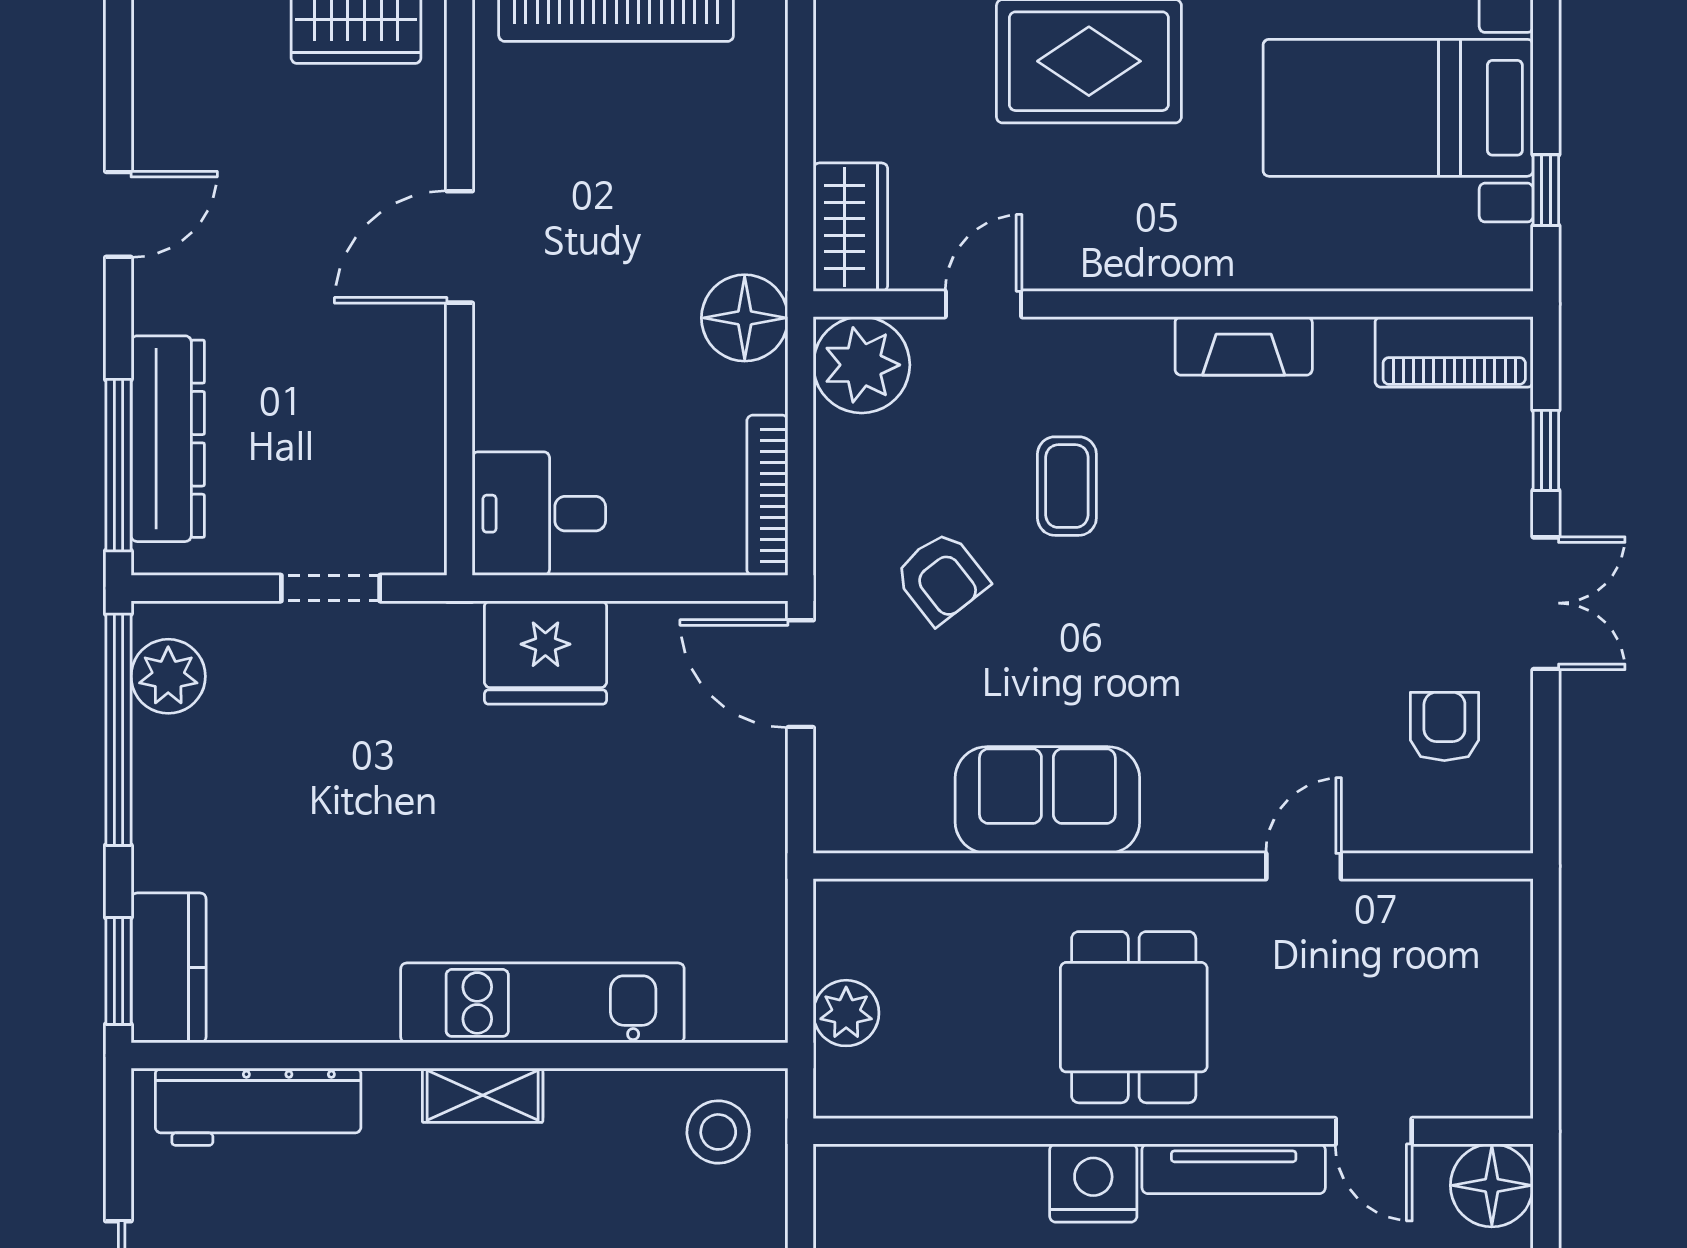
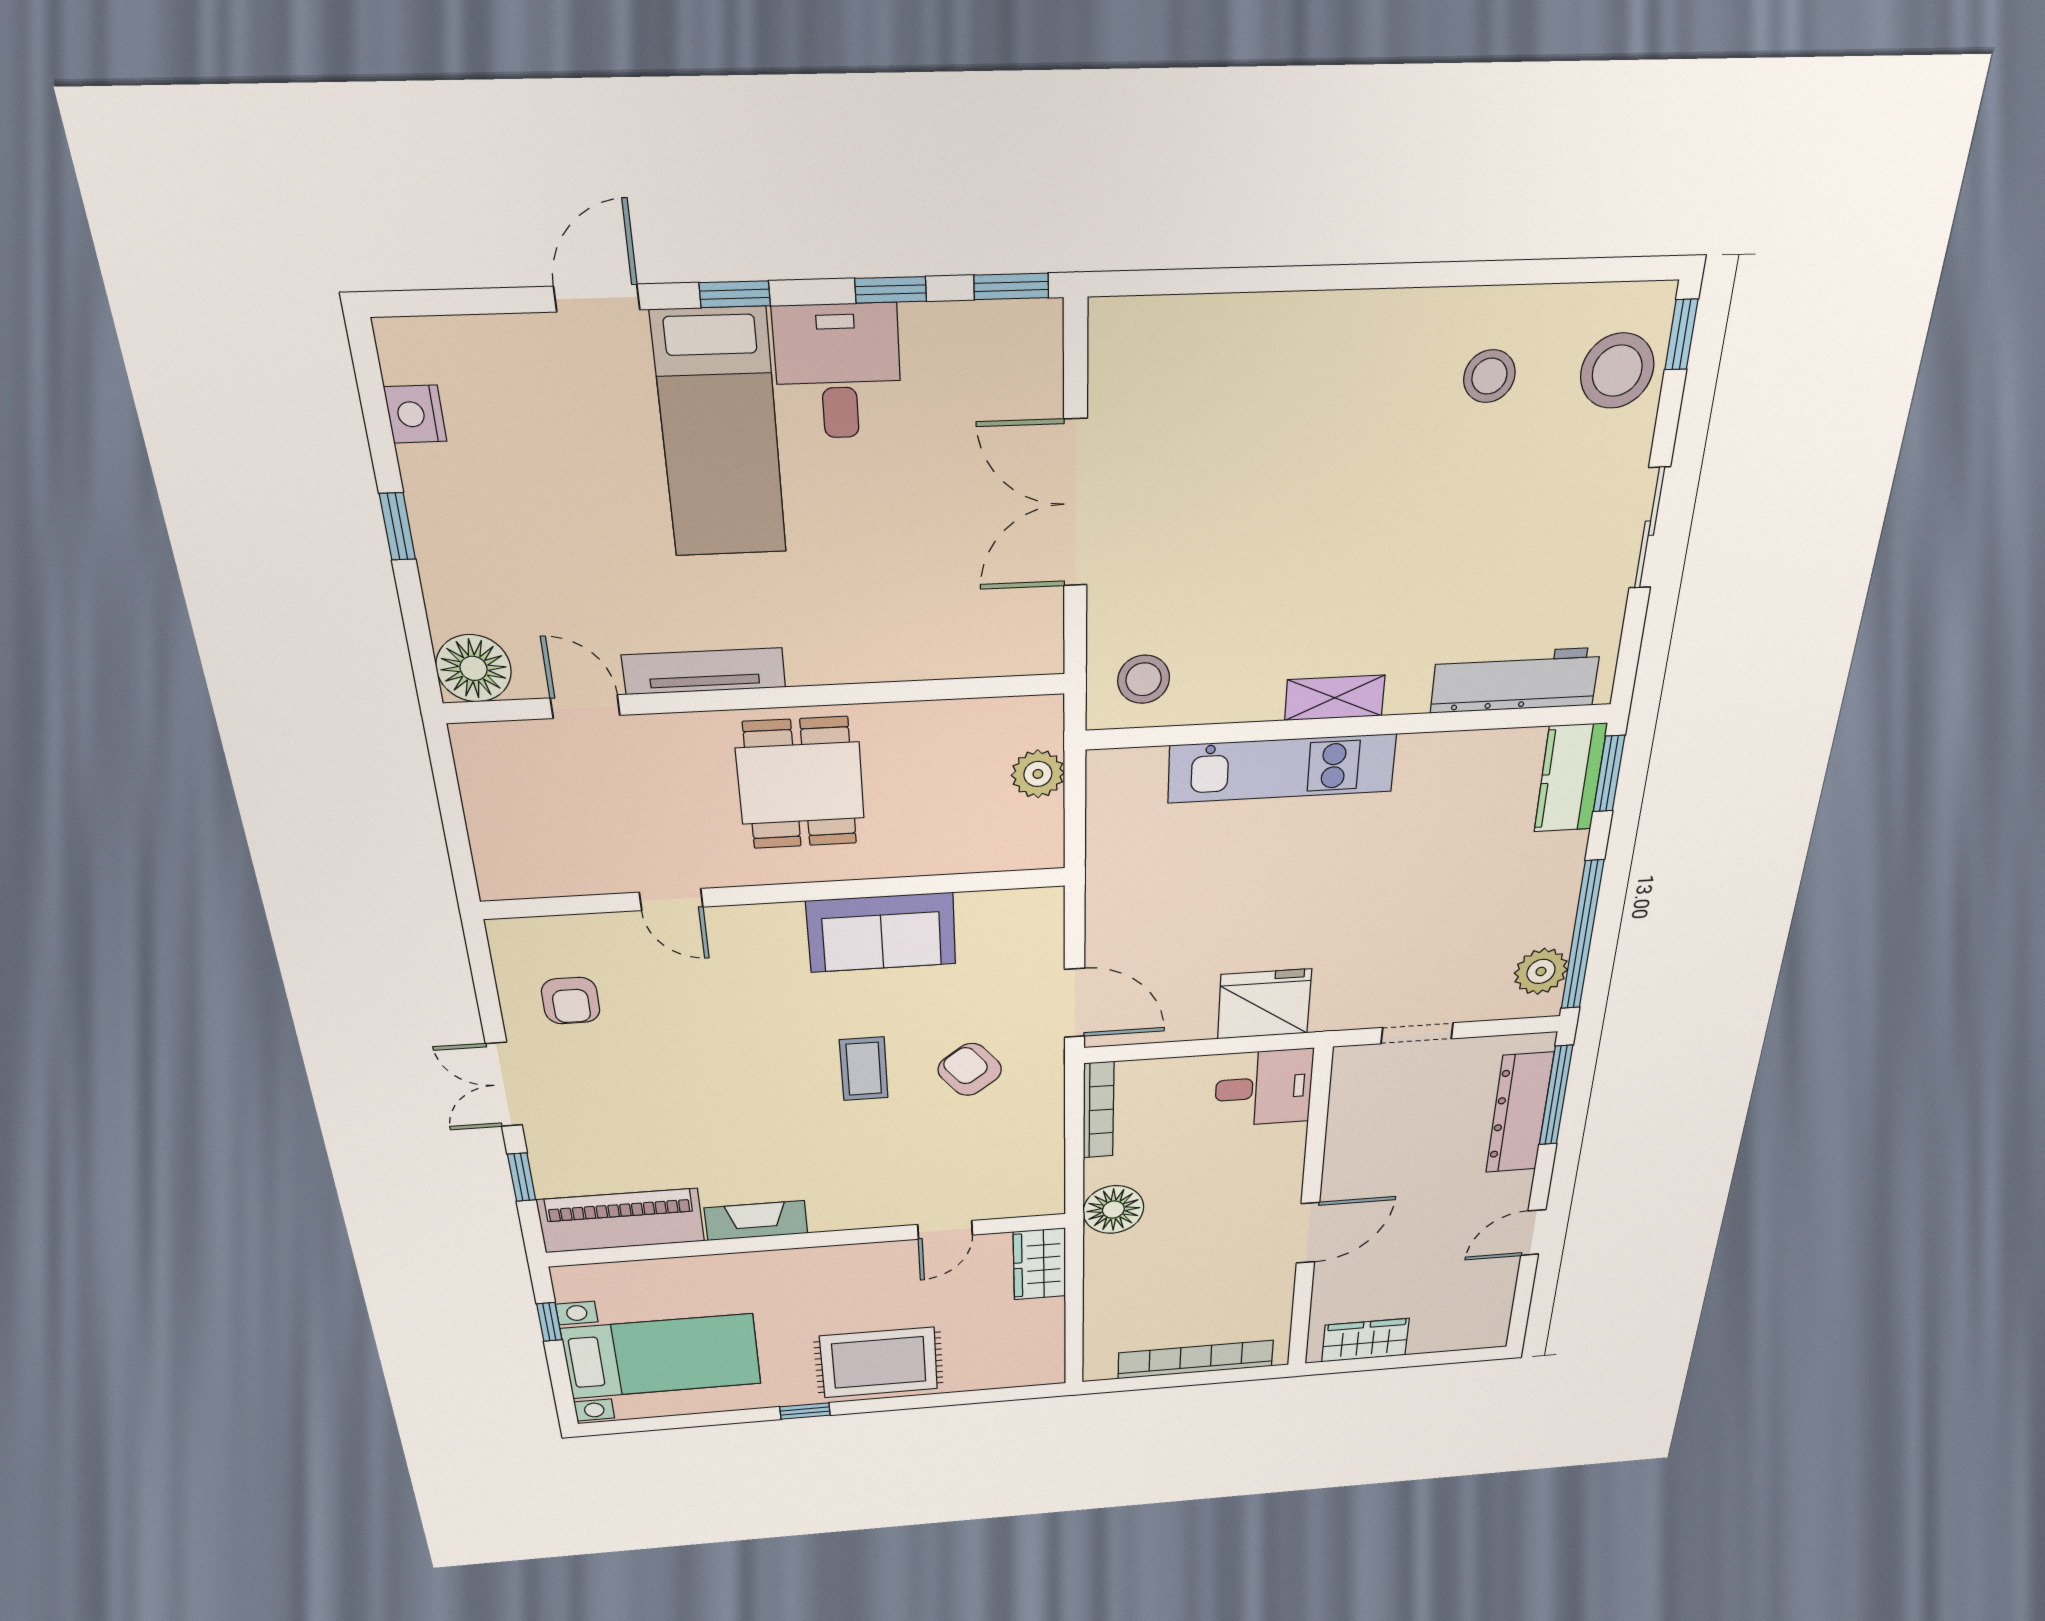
piano: (1454, 352) -> (621, 1221), width x1.37, depth x1.33
plant: (862, 365) -> (1031, 1190), removed
coffee table: (1067, 486) -> (864, 1069), moved
door: (1304, 866) -> (671, 900), hinge flipped
nightstand: (1093, 1183) -> (825, 654), removed

